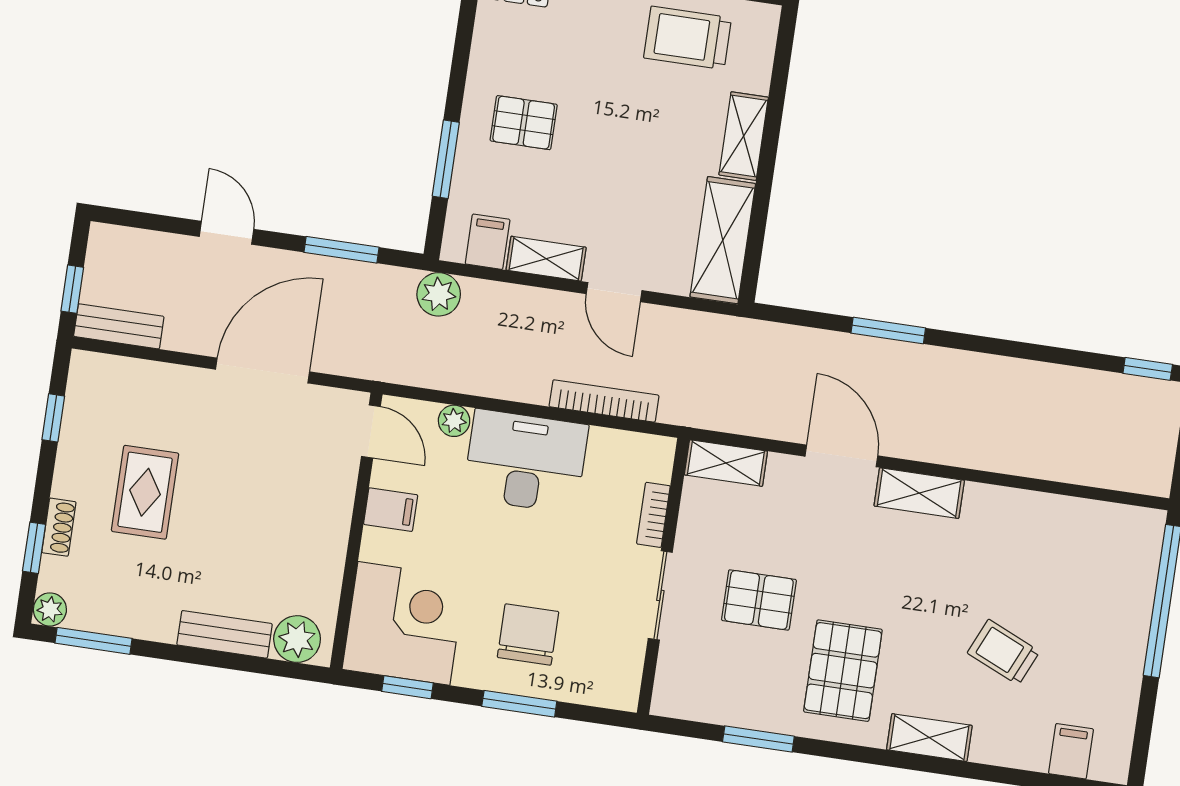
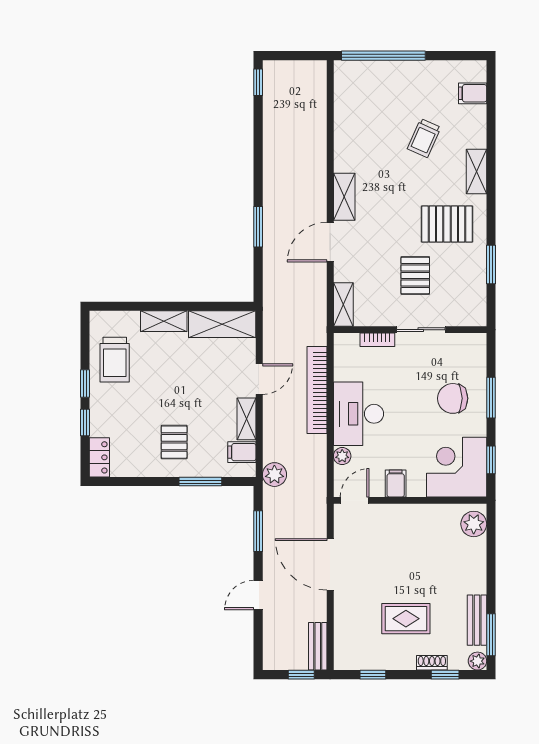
bookcase: (604, 401) -> (317, 390), width x1.48, depth x1.31
bench: (225, 634) -> (477, 620), moved

